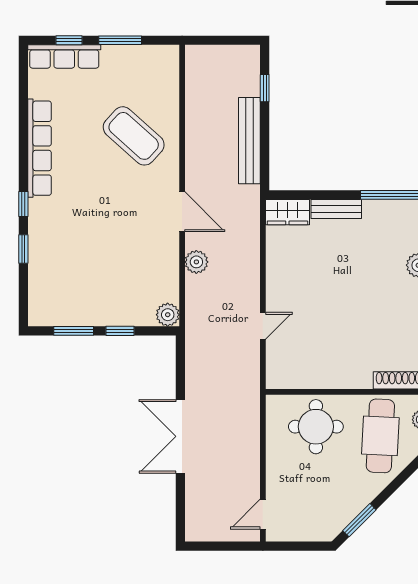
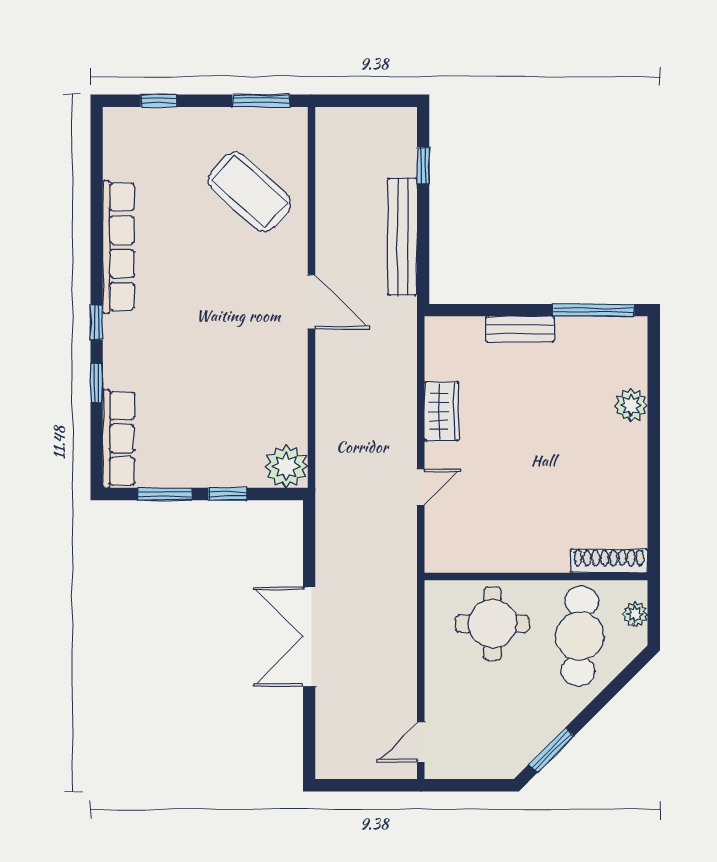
window: (120, 40) -> (261, 101), moved
row of seats: (64, 57) -> (119, 439), moved, turned -90
coffee table: (134, 136) -> (249, 192), moved
door: (182, 212) -> (312, 302), moved
wardrobe: (287, 212) -> (442, 411), moved, turned -90
plant: (196, 262) -> (331, 401), removed
plant: (168, 315) -> (286, 466), width x1.36, depth x1.36

